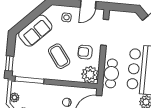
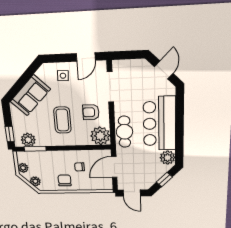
coffee table: (59, 56) -> (62, 120), turned 36
plant: (25, 71) -> (28, 140), added
window: (30, 80) -> (35, 149), width x0.69

